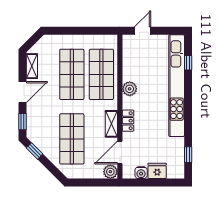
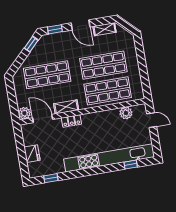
plant: (130, 89) -> (126, 113), moved
water cooler: (141, 173) -> (28, 140), removed

